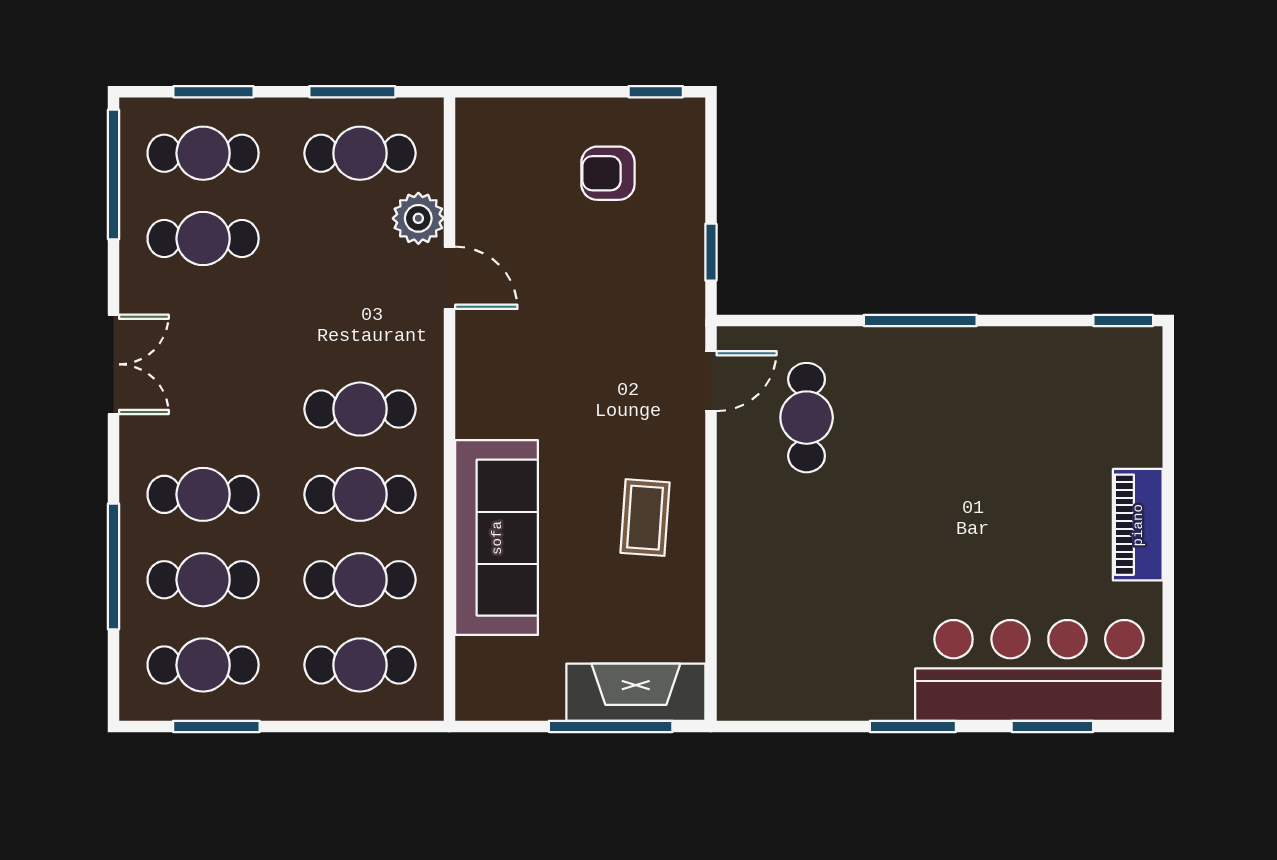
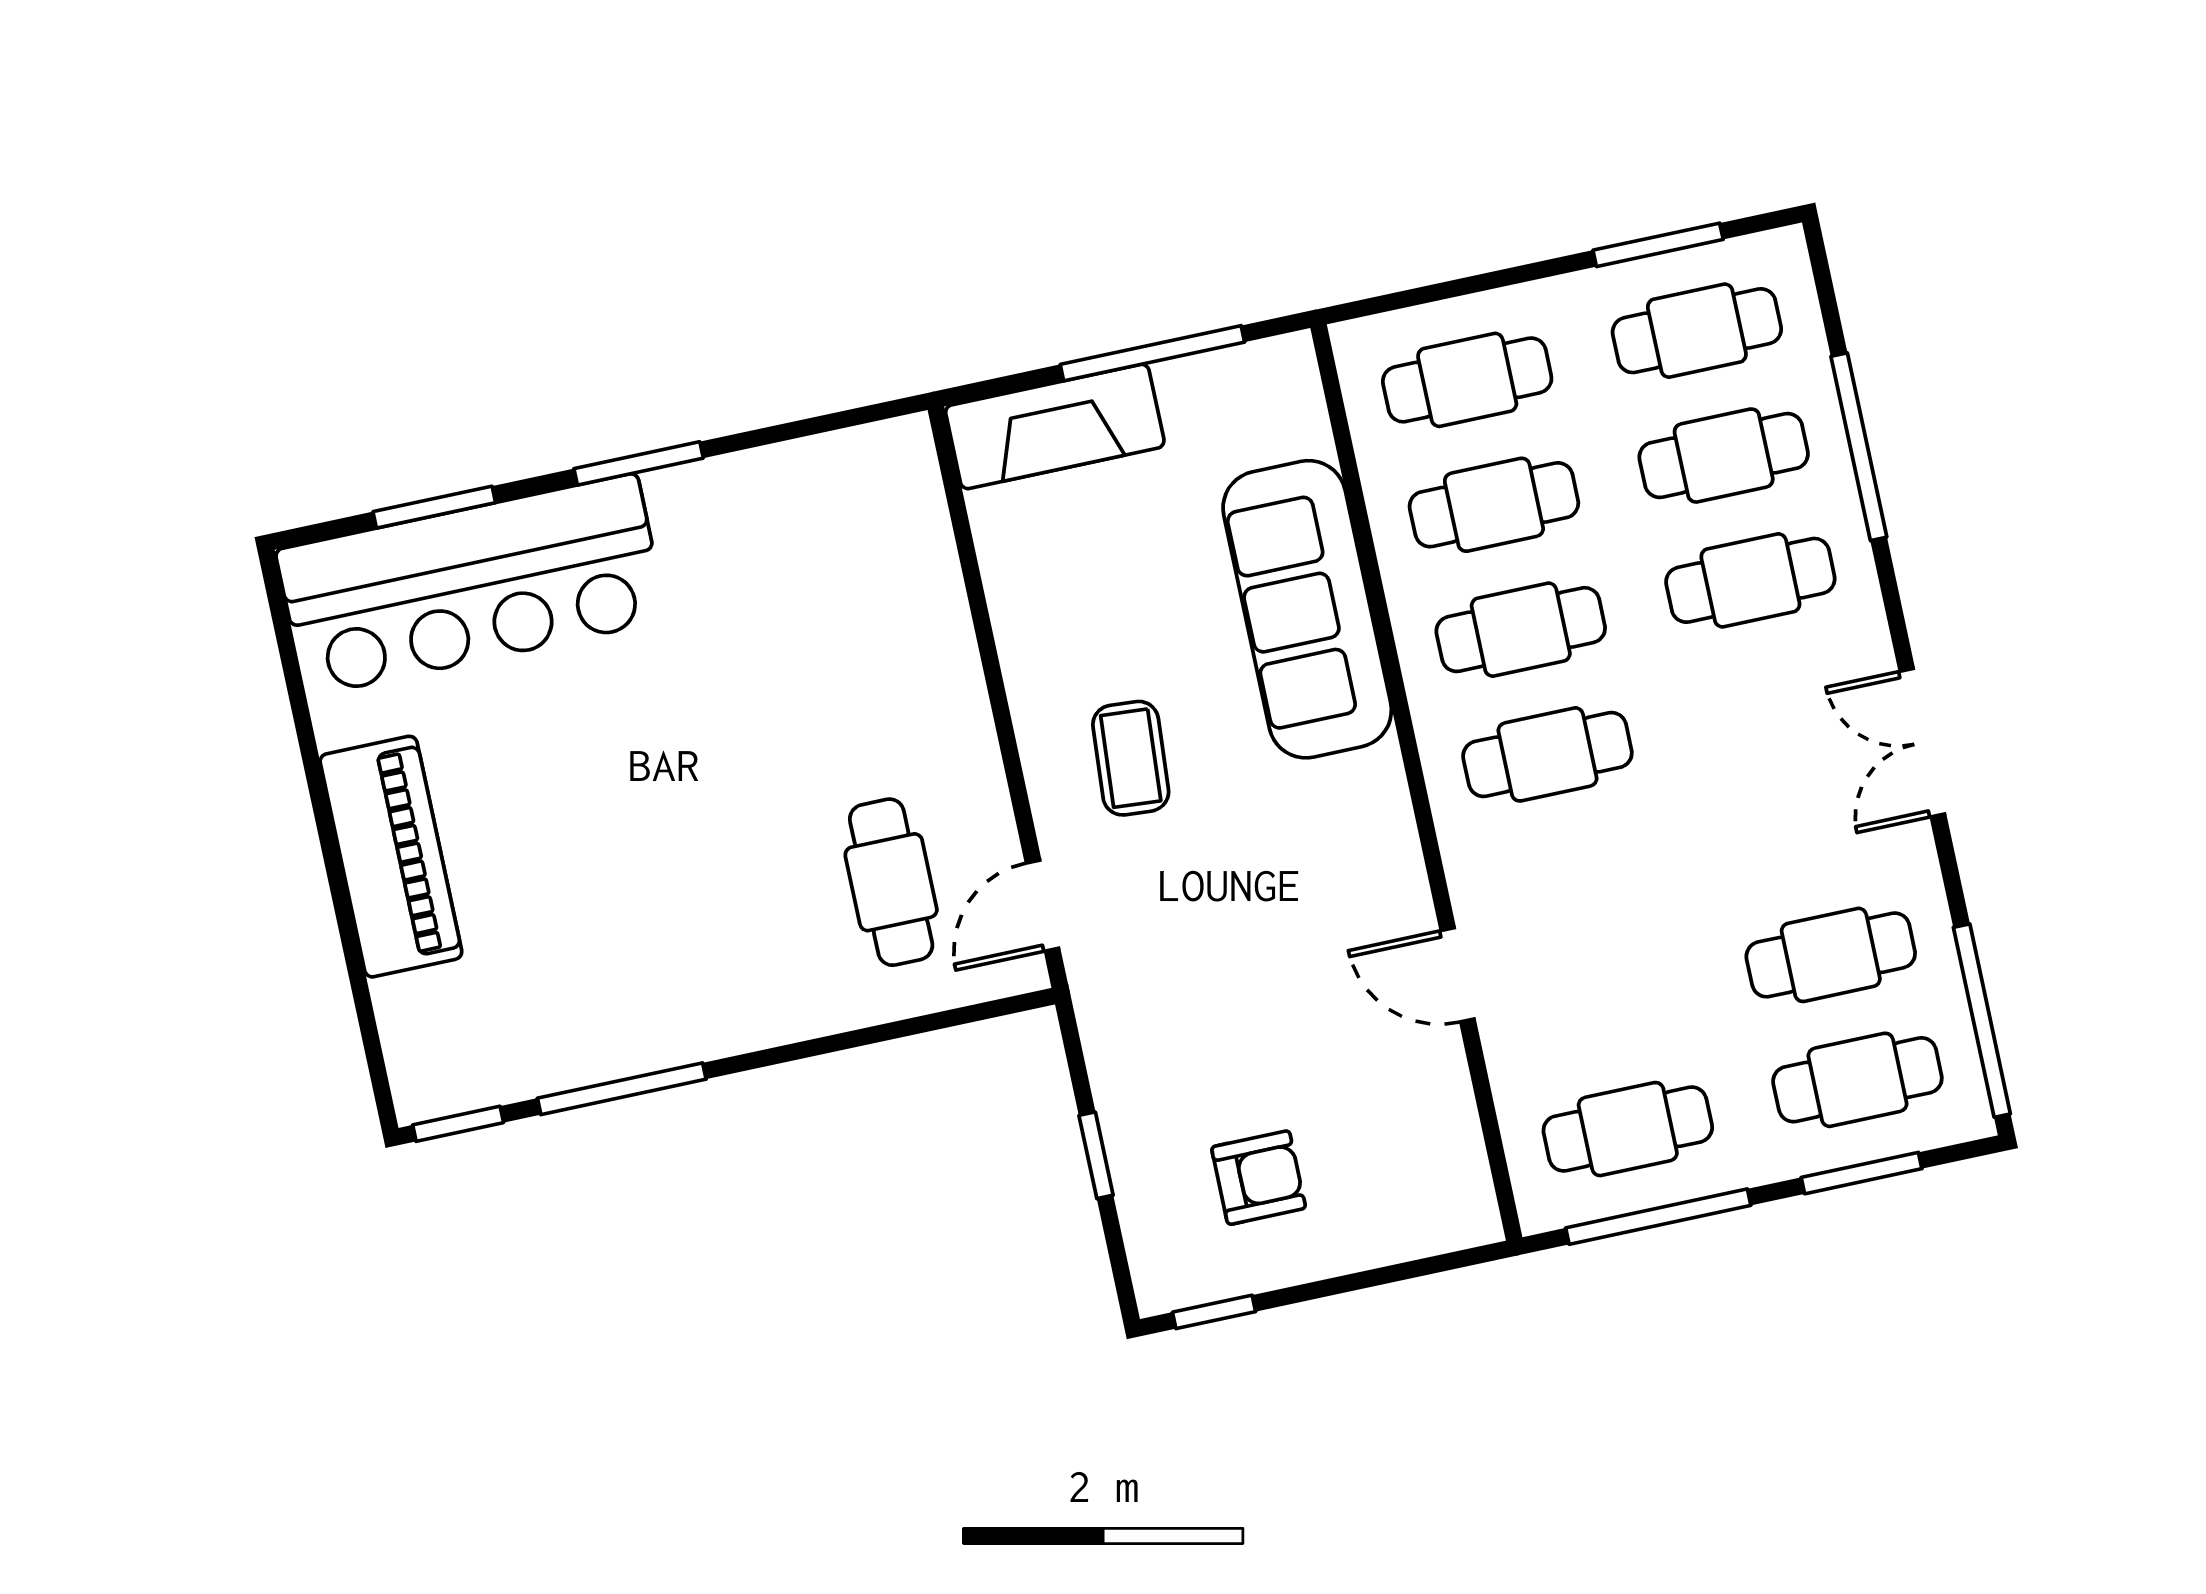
window: (352, 92) -> (1658, 1217), width x1.44
plant: (418, 218) -> (1522, 1052), removed
window: (711, 252) -> (1096, 1155), moved
window: (920, 320) -> (622, 1089), moved
coffee table: (645, 518) -> (1131, 758), moved
piano: (1138, 525) -> (391, 857), width x1.37, depth x1.33
window: (611, 726) -> (1152, 353), moved

